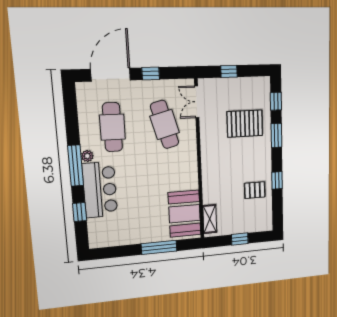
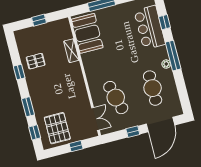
pallet: (245, 124) -> (57, 128), moved, turned 90
bar counter: (100, 190) -> (150, 27), moved
shelving: (210, 219) -> (71, 51), moved

